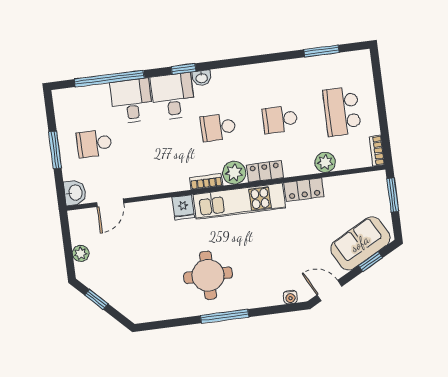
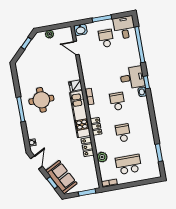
desk: (132, 101) -> (124, 28), moved, turned -90
plant: (234, 173) -> (95, 111), removed

